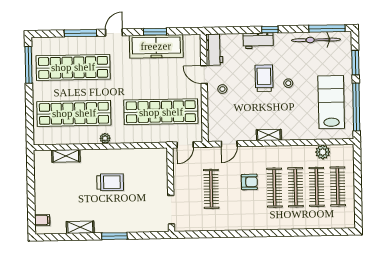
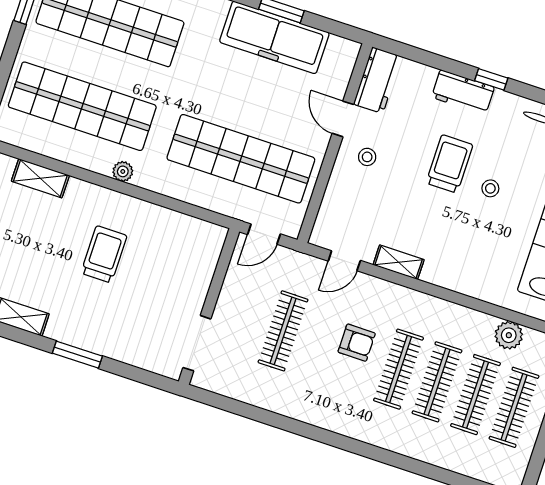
shelving: (269, 135) -> (399, 262), moved
trolley: (110, 182) -> (104, 254), turned -90

